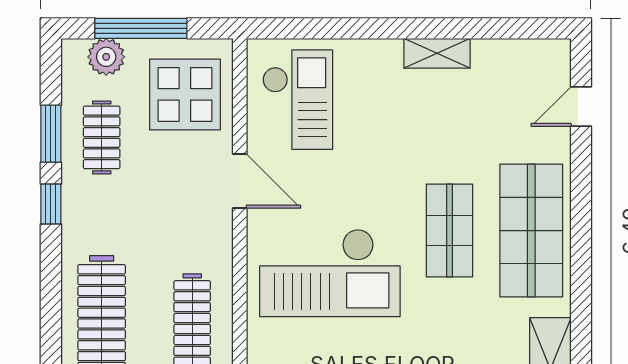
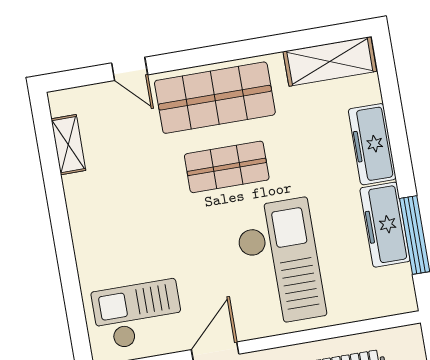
shelving: (437, 53) -> (68, 145), moved
door: (581, 106) -> (130, 69), moved

